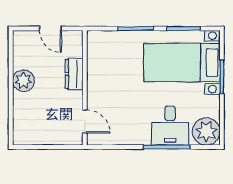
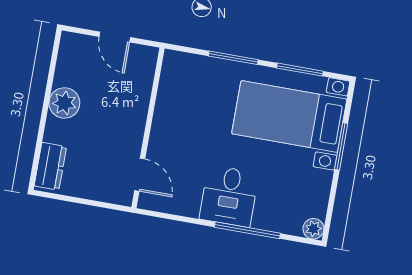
dresser: (74, 74) -> (50, 166), moved, turned 180
desk: (170, 125) -> (229, 196), moved
plant: (206, 131) -> (313, 229), width x0.53, depth x0.53

